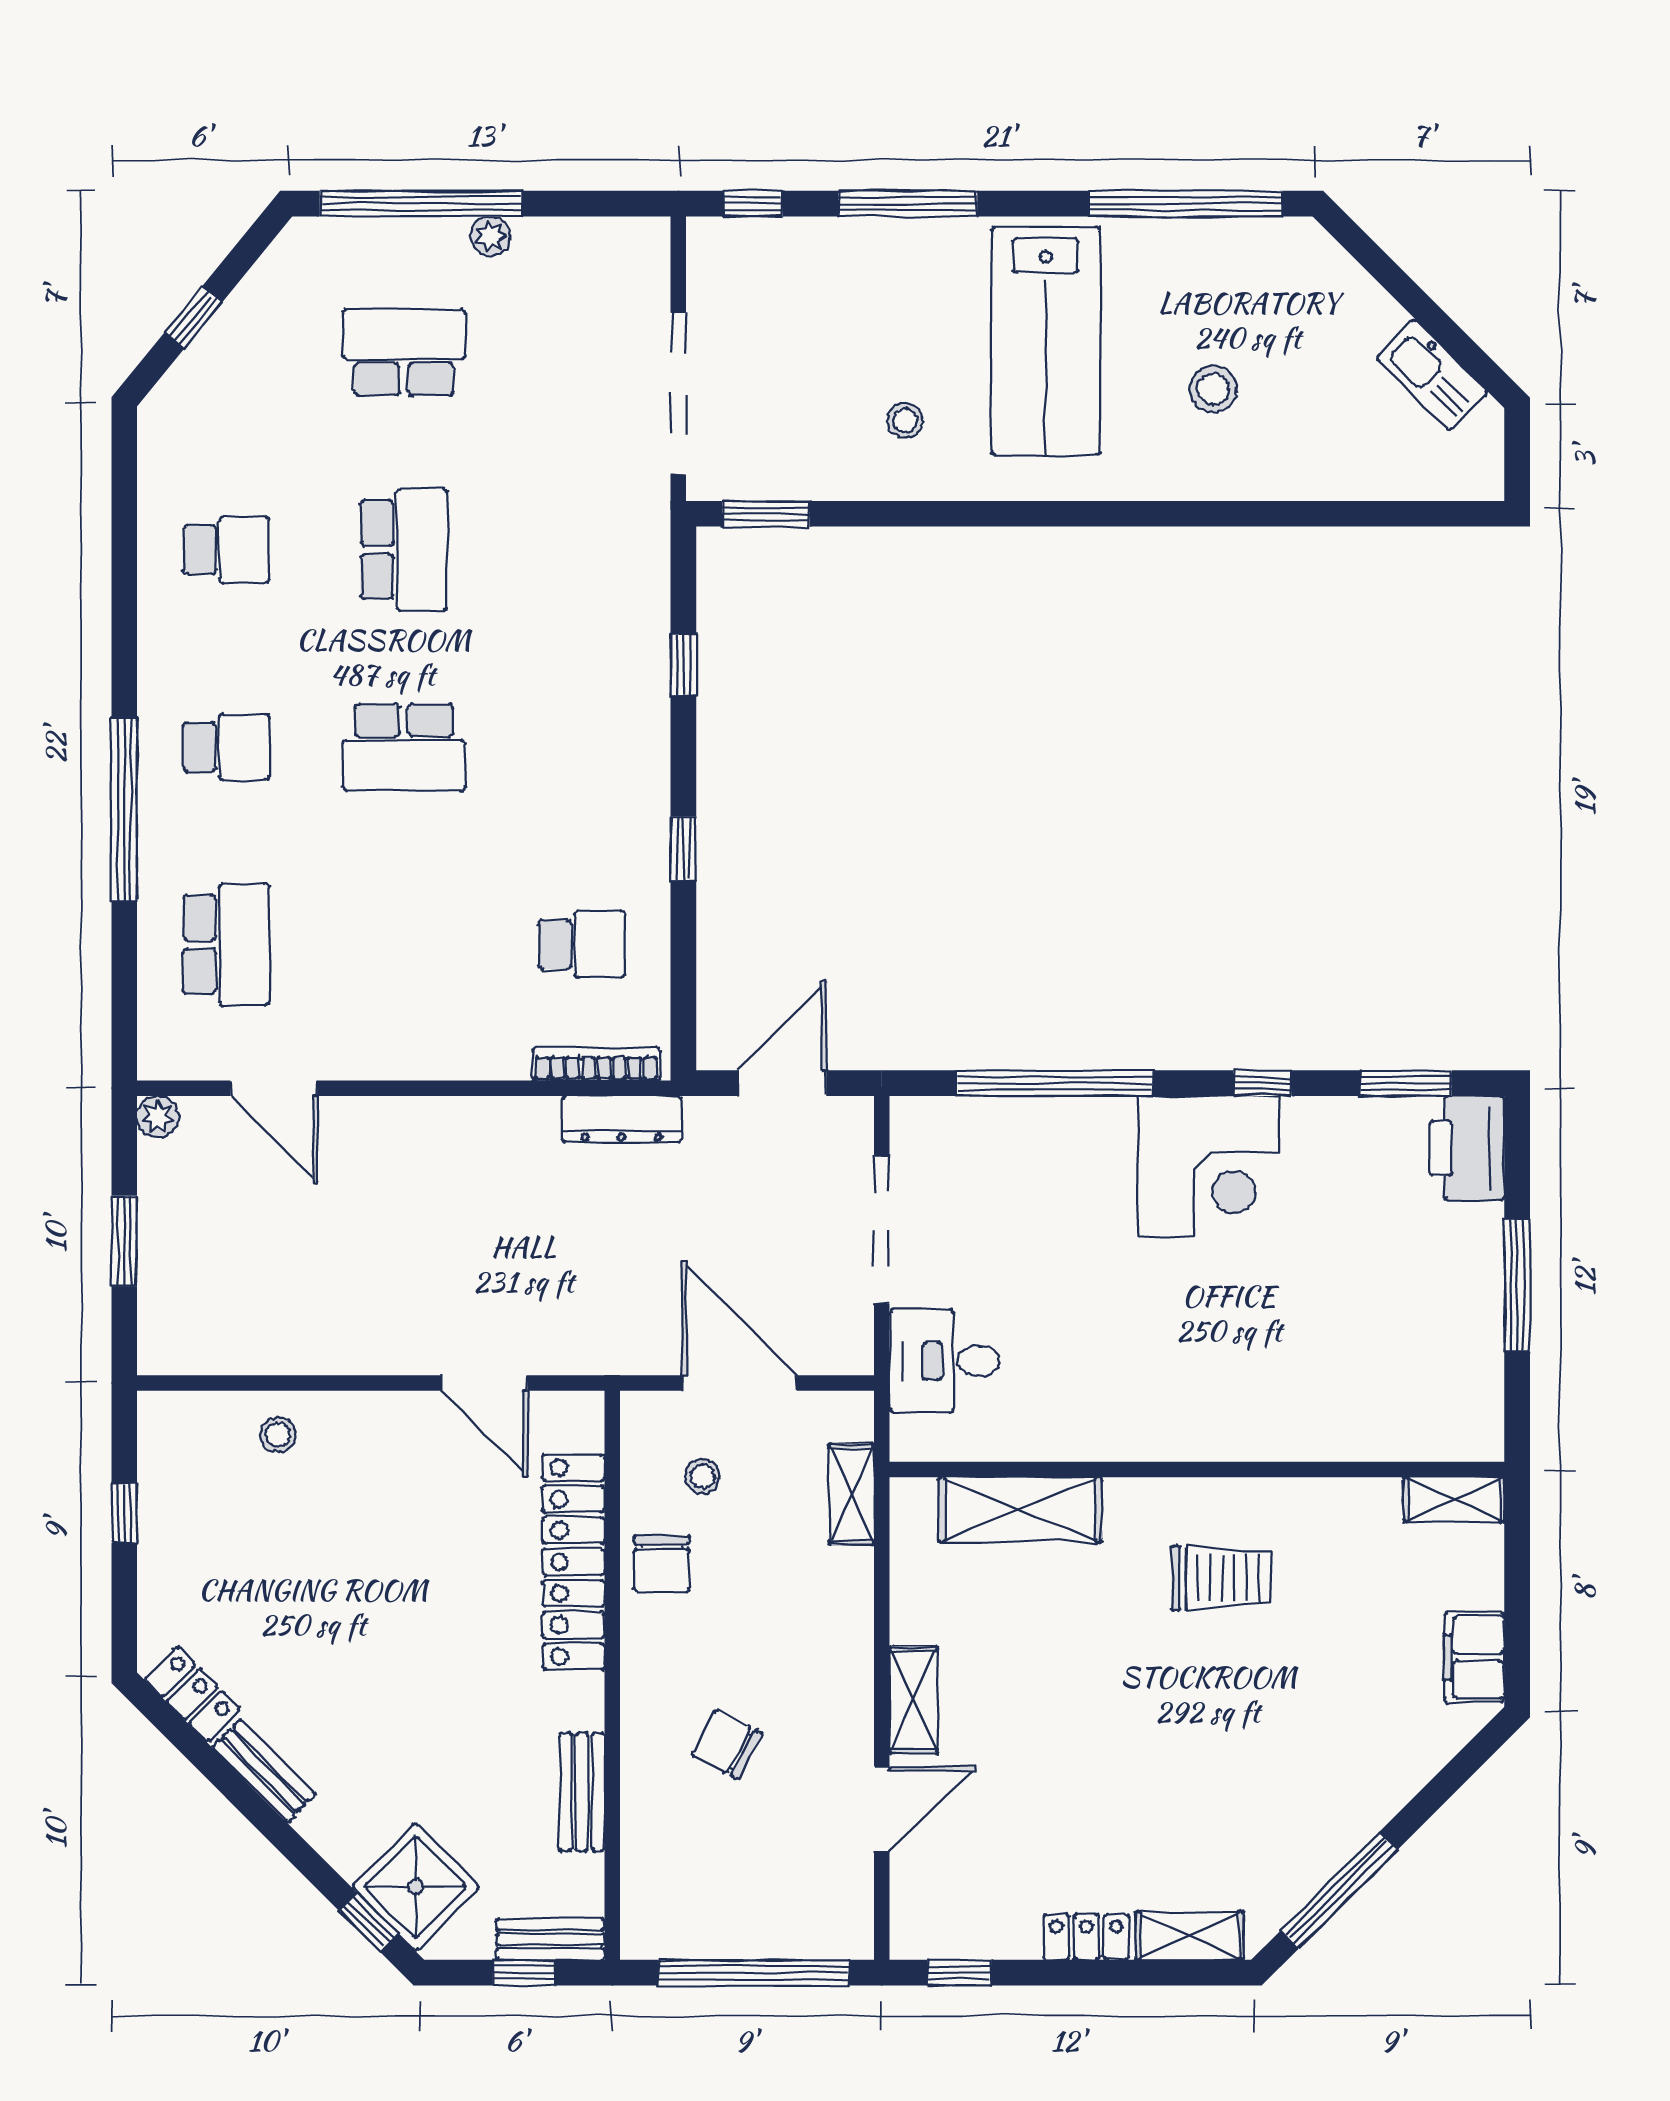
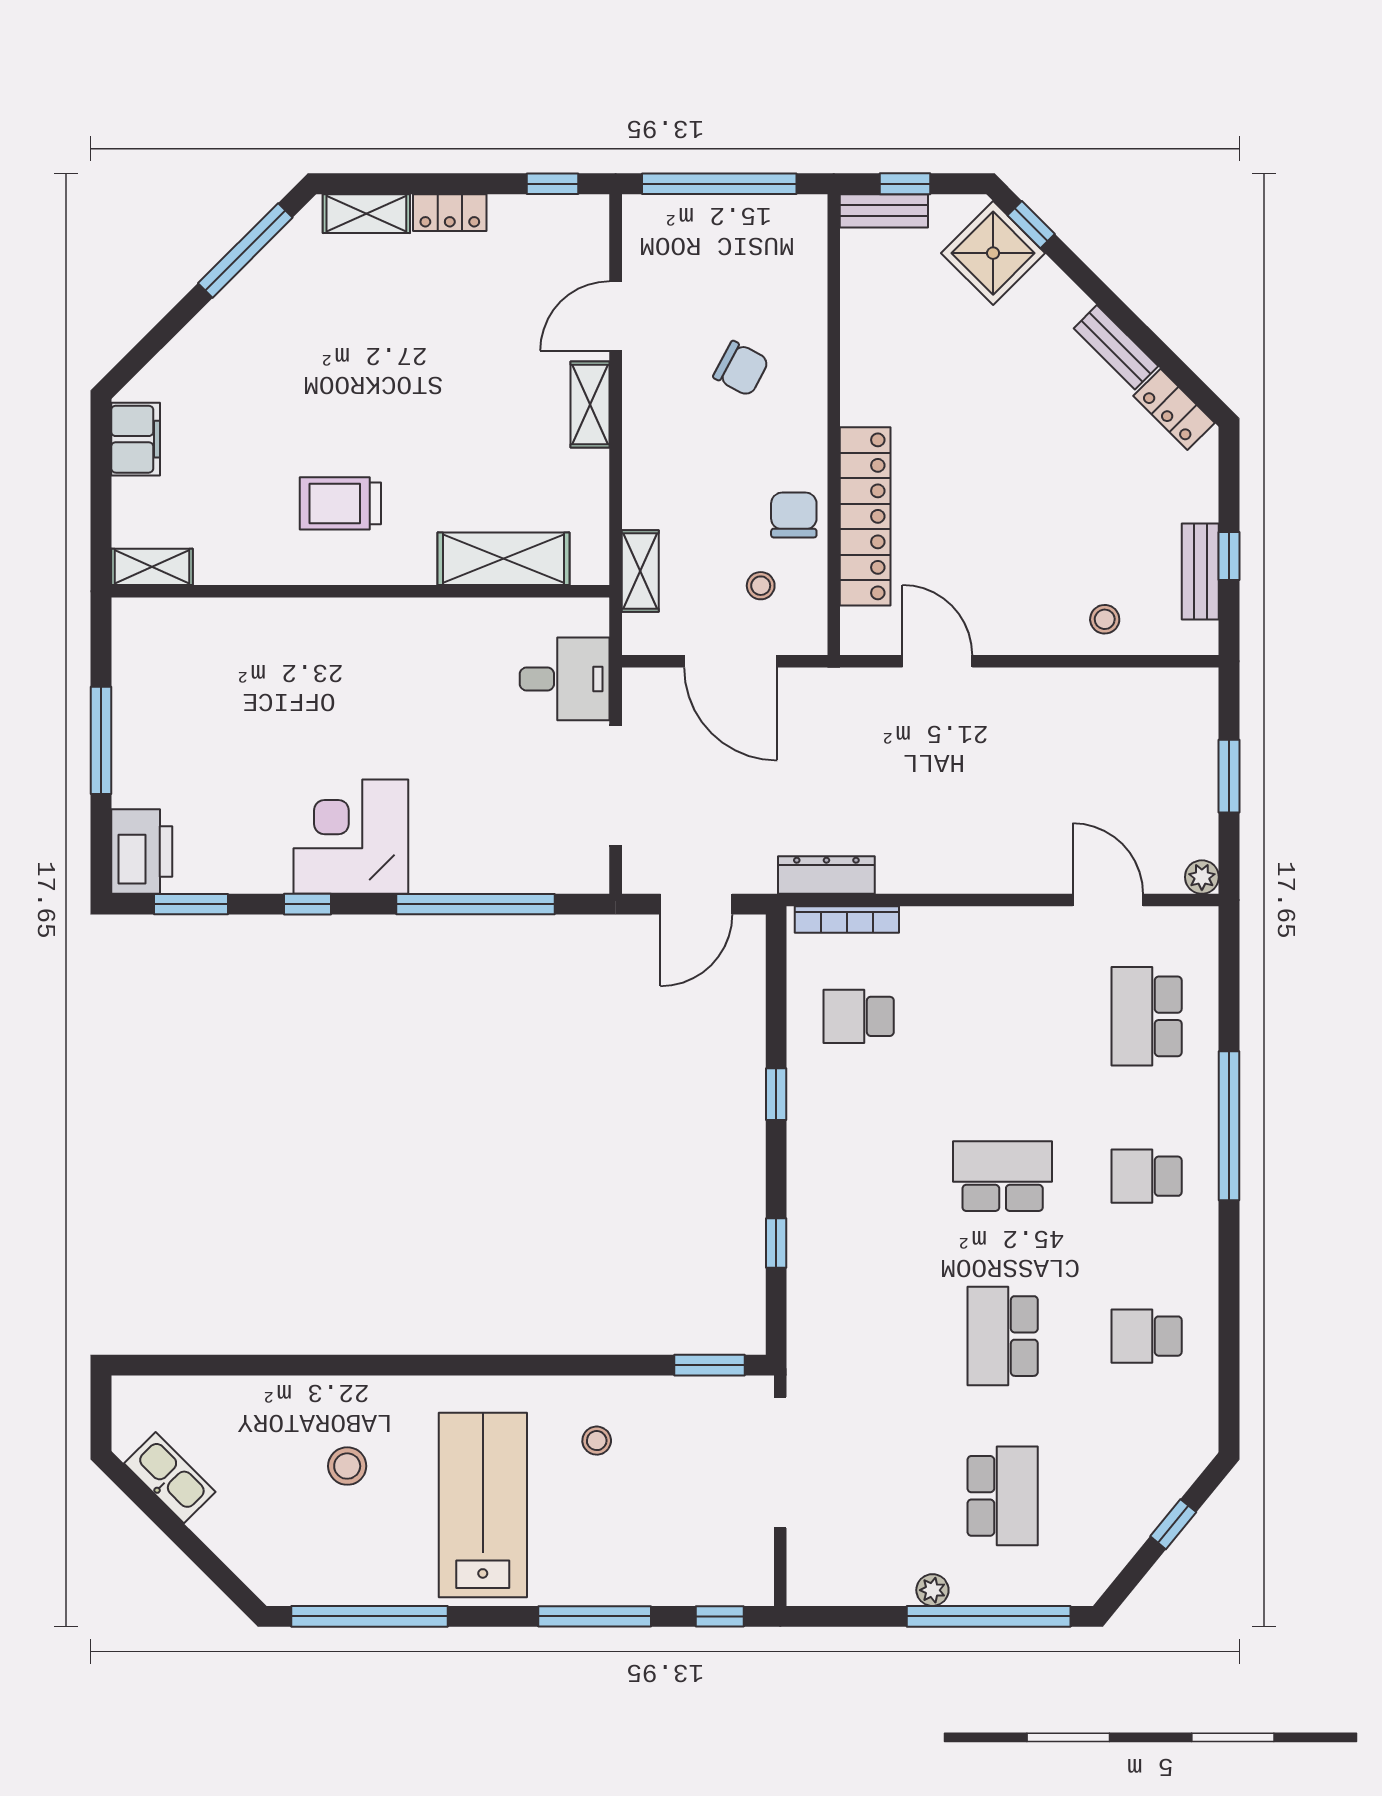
school desk: (404, 352) -> (1003, 1496), turned -90
bench: (582, 1792) -> (1200, 571), moved

